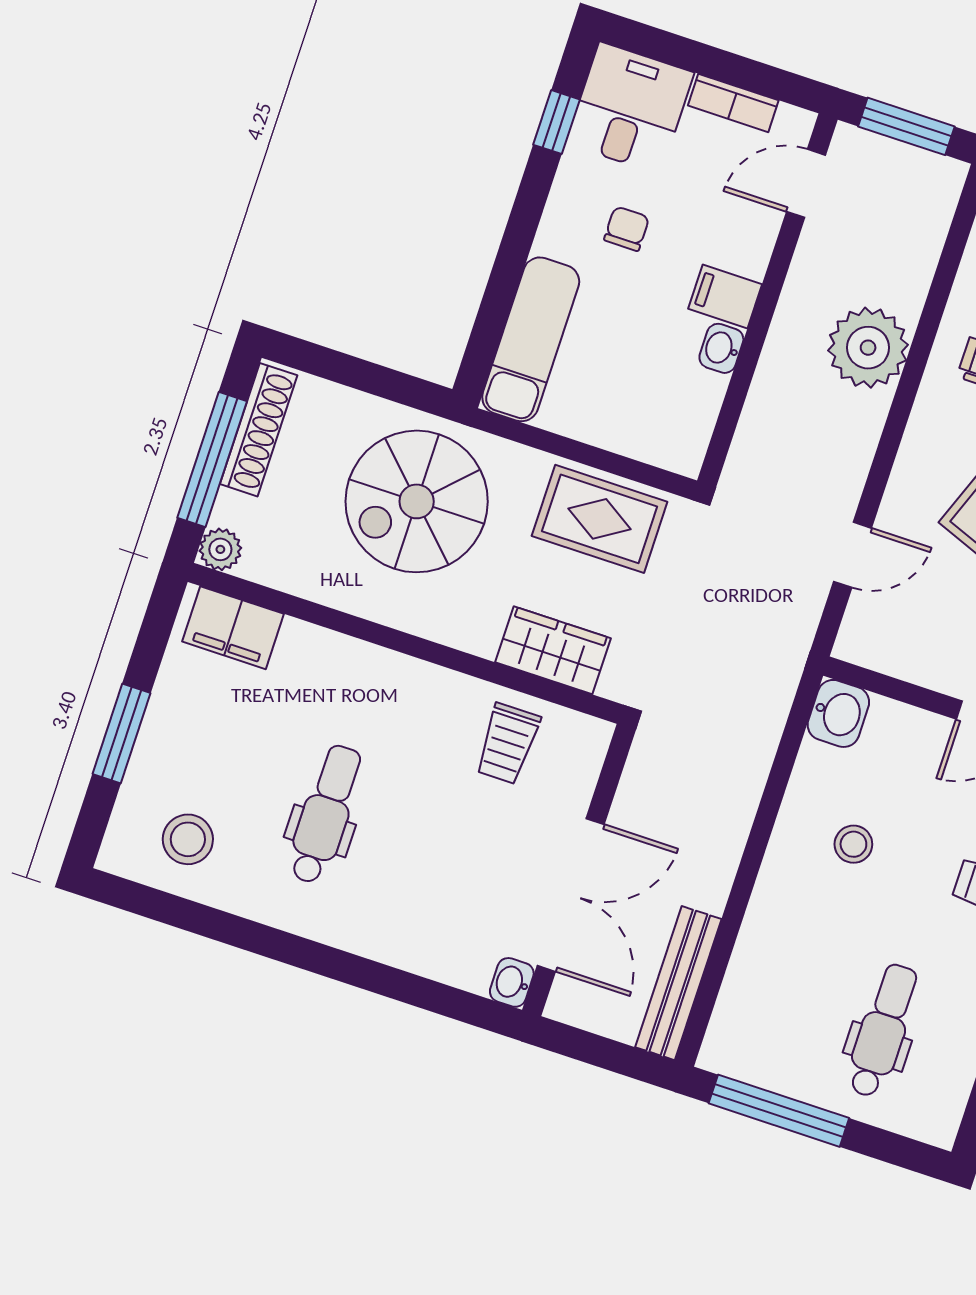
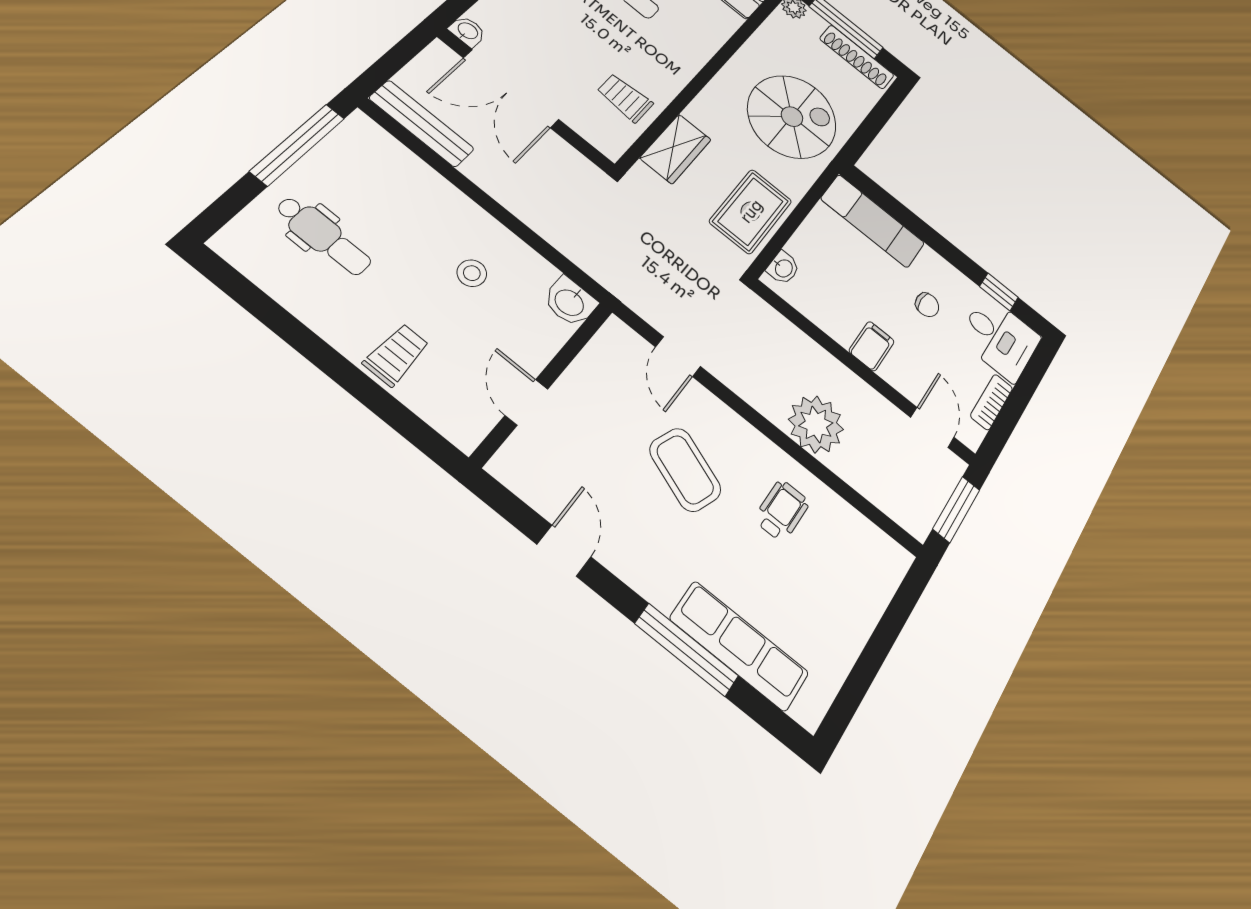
washbasin: (721, 348) -> (783, 268), moved, turned 90
spiral stairs: (417, 501) -> (792, 117), turned 90

